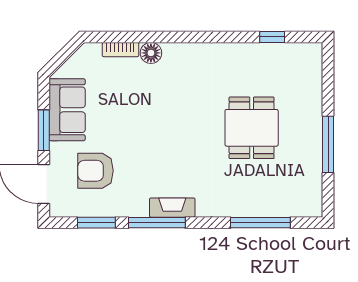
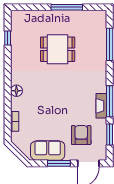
floor lamp: (151, 53) -> (16, 91), moved
armchair: (95, 171) -> (81, 135), turned 180
fireplace: (172, 208) -> (101, 106), moved

